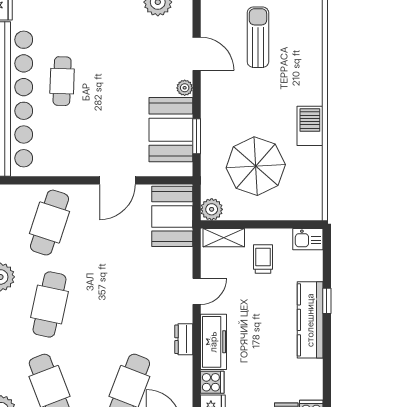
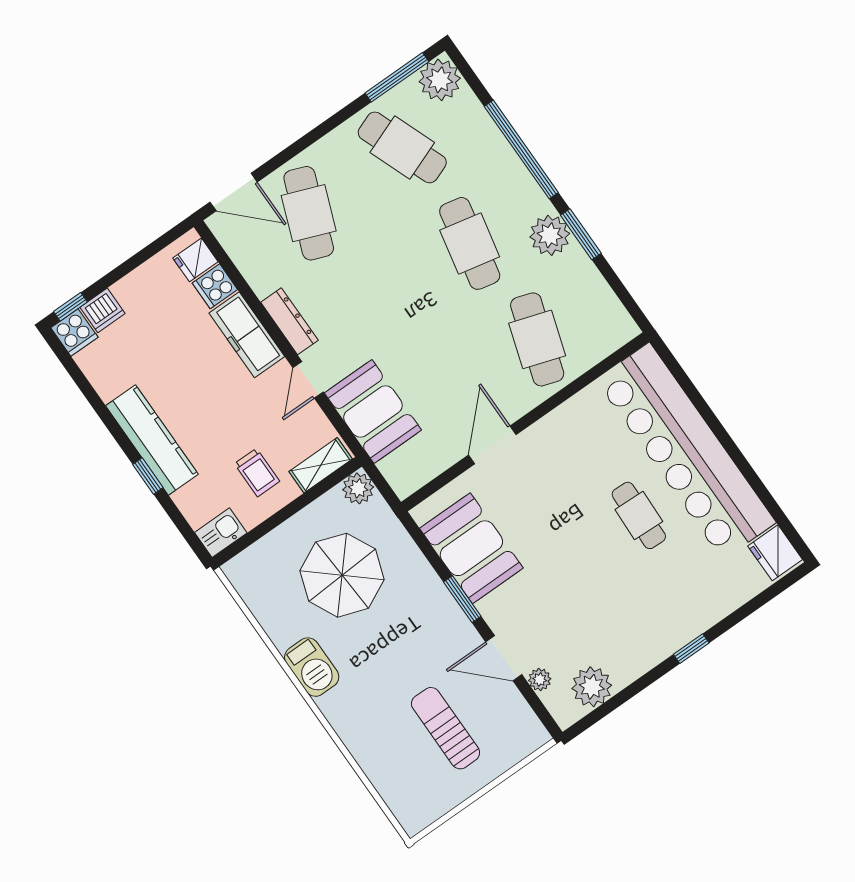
sun lounger: (258, 37) -> (446, 728), turned 180
plant: (185, 88) -> (540, 680), moved
window: (197, 136) -> (462, 599), moved
booth: (172, 216) -> (373, 411), moved
dresser: (184, 339) -> (289, 321), width x1.44

